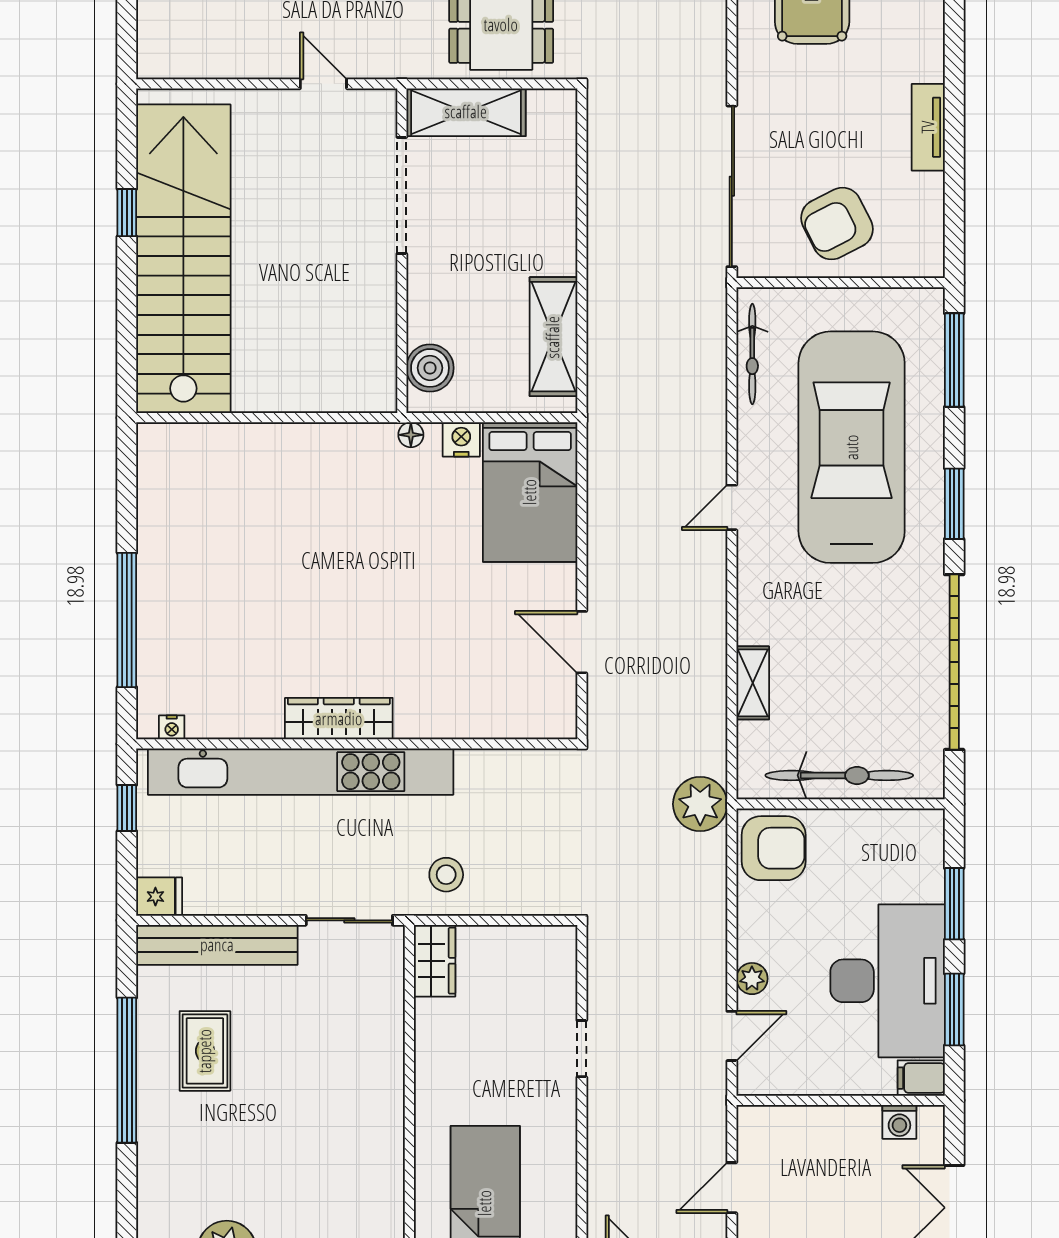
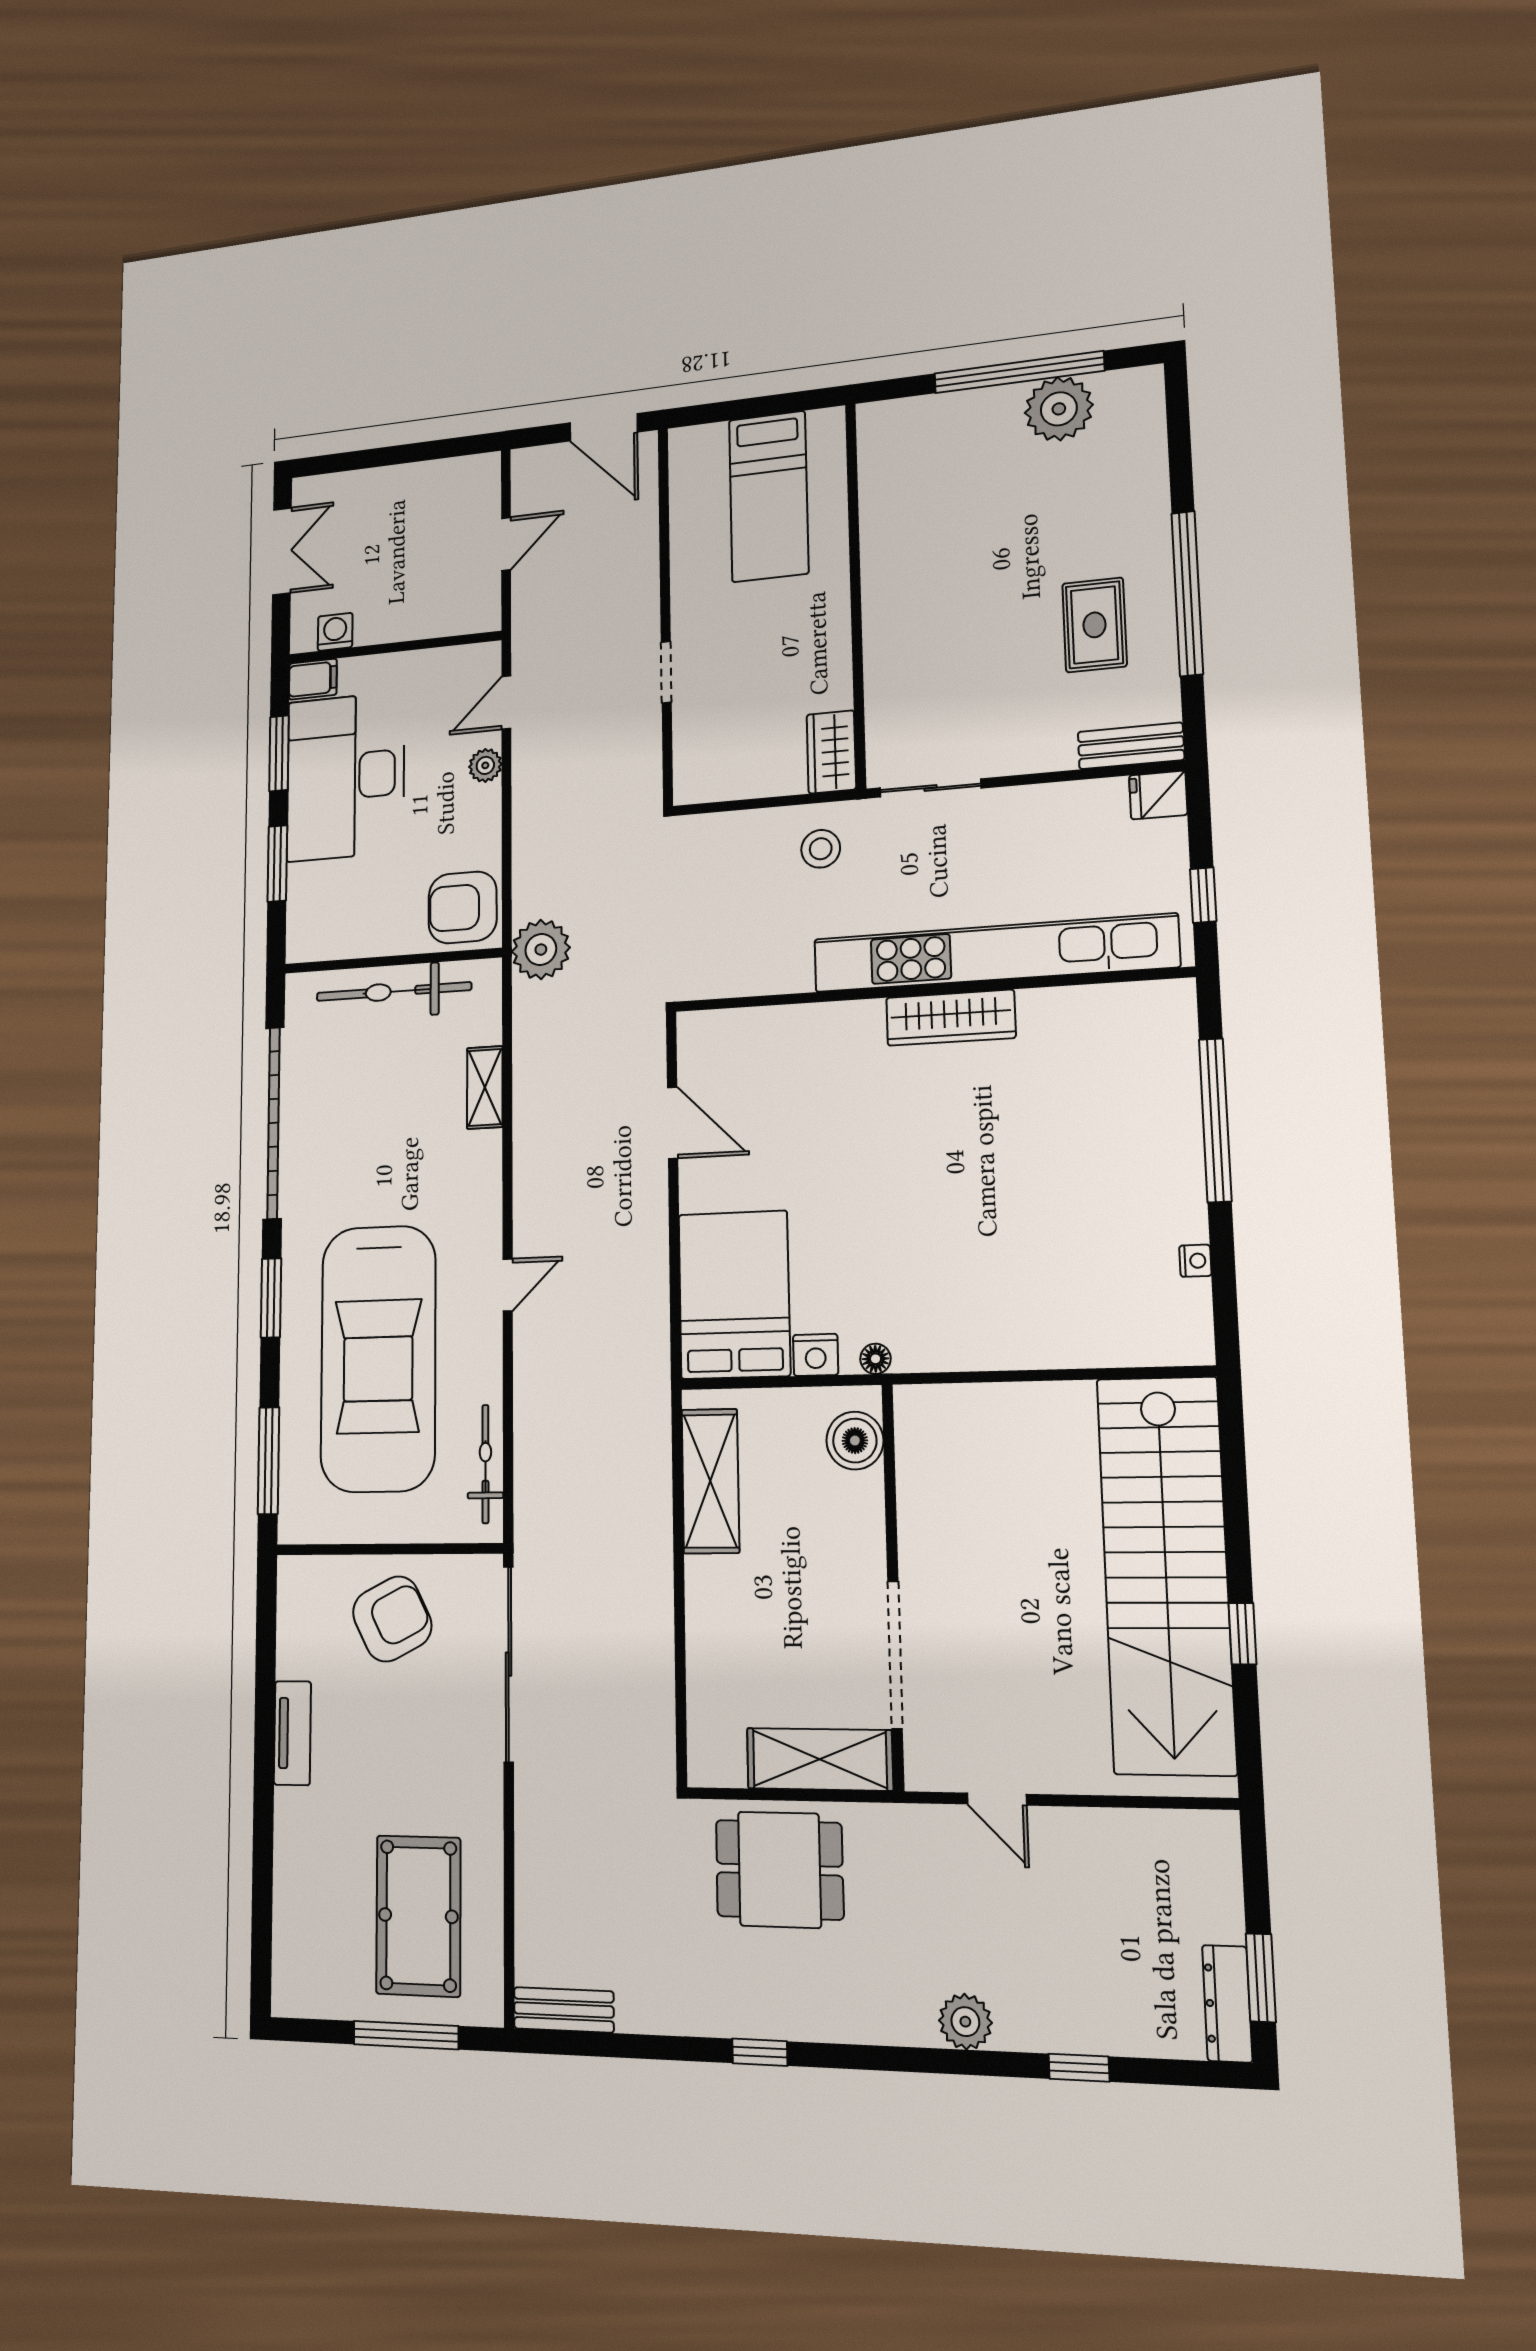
nightstand: (172, 727) -> (1195, 1261), moved, turned 90
bench: (217, 945) -> (1131, 746), width x0.54, depth x0.82

